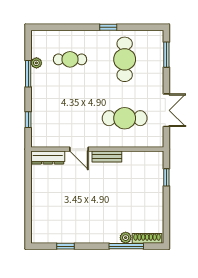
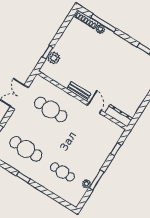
cafe table: (125, 59) -> (26, 149), turned 90
plant: (156, 175) -> (54, 58), added

